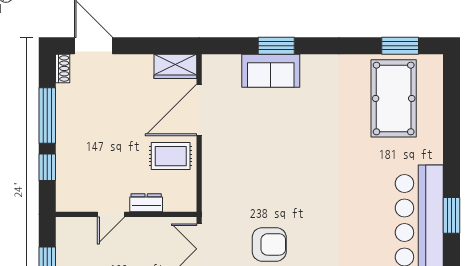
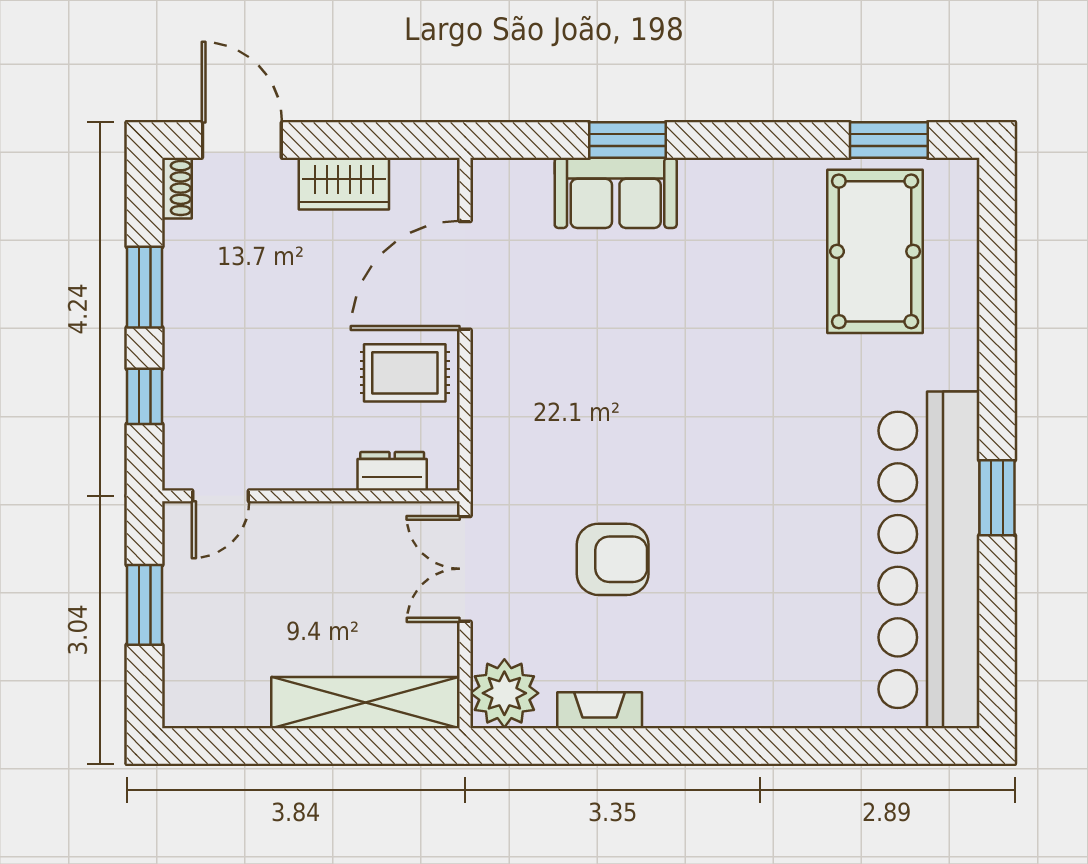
wardrobe: (175, 66) -> (344, 184), moved
window: (47, 115) -> (144, 287), width x0.69
dresser: (146, 203) -> (392, 471), moved
door: (111, 214) -> (221, 496), moved

